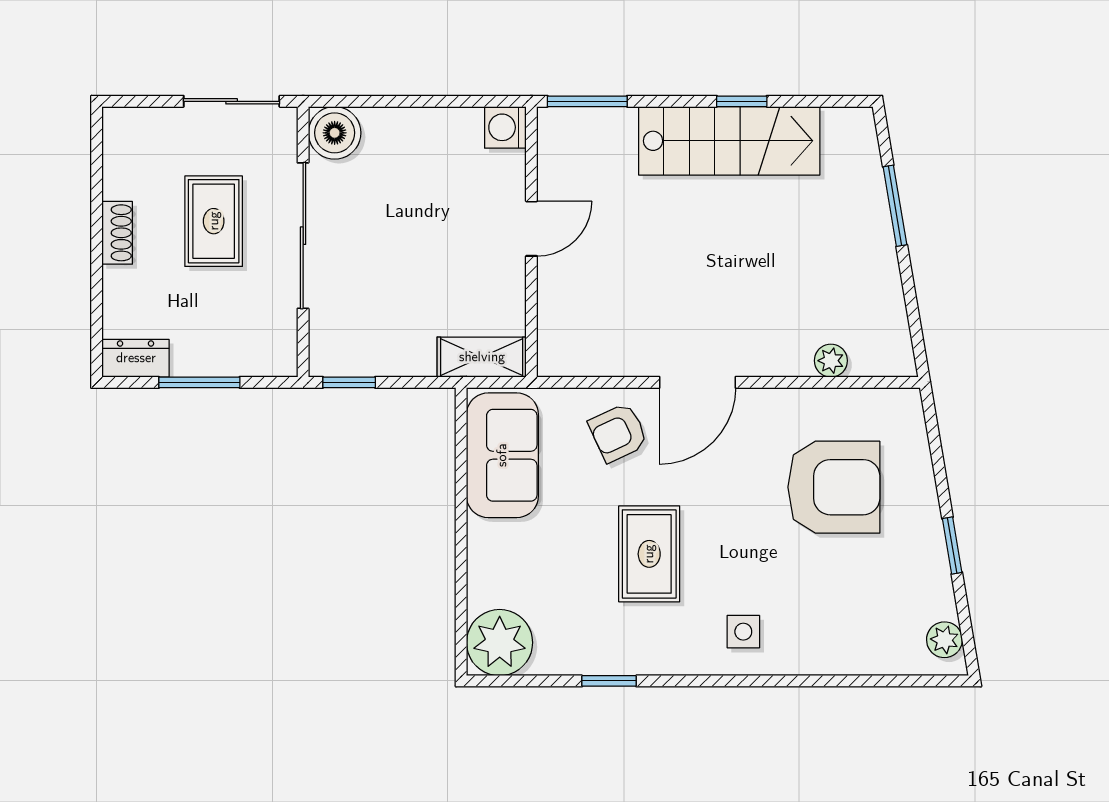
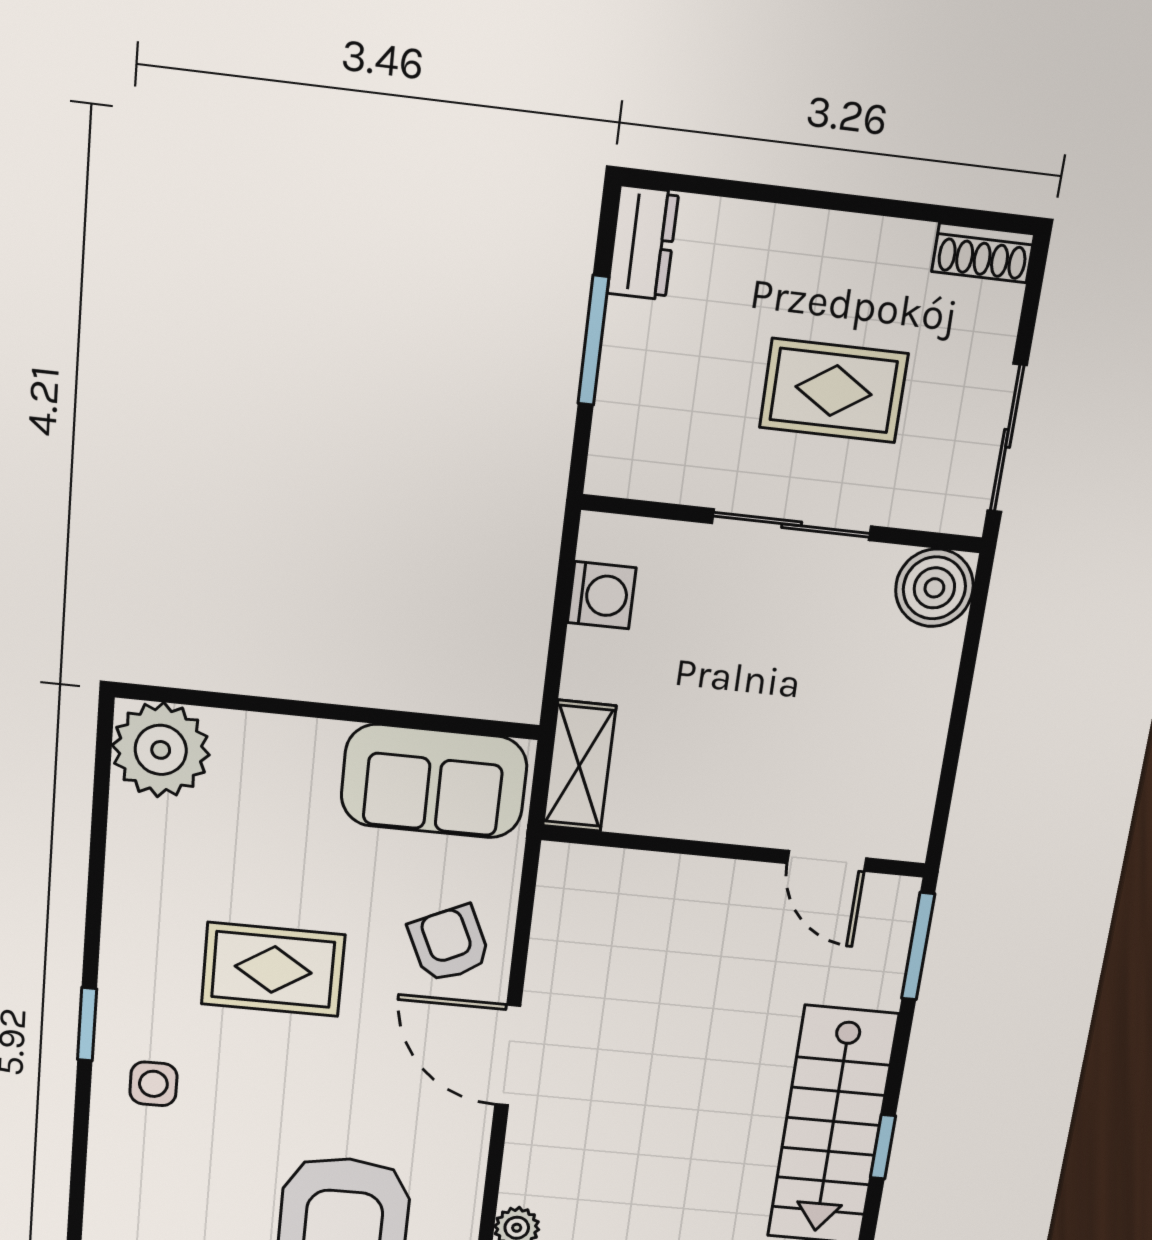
washing machine: (505, 127) -> (602, 595), moved, turned 90
door: (531, 229) -> (827, 861), moved
shoe rack: (117, 233) -> (983, 253), moved
sliding door: (303, 236) -> (792, 525), width x0.73
window: (349, 382) -> (566, 570), removed
window: (609, 681) -> (87, 1024), moved

